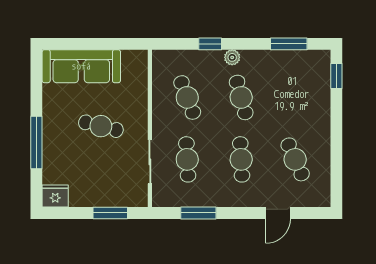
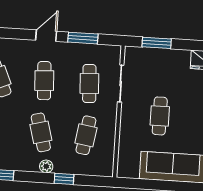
cafe table: (187, 97) -> (86, 135), turned 30
cafe table: (101, 126) -> (160, 116), turned 76
door: (278, 213) -> (46, 36), moved

